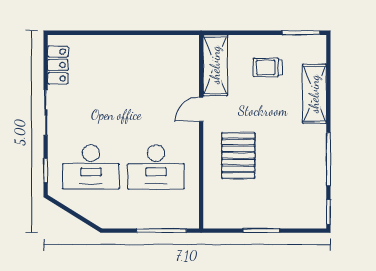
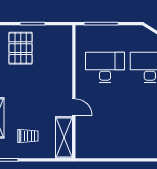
door: (201, 109) -> (74, 107), hinge flipped
pallet: (238, 155) -> (21, 48), moved

